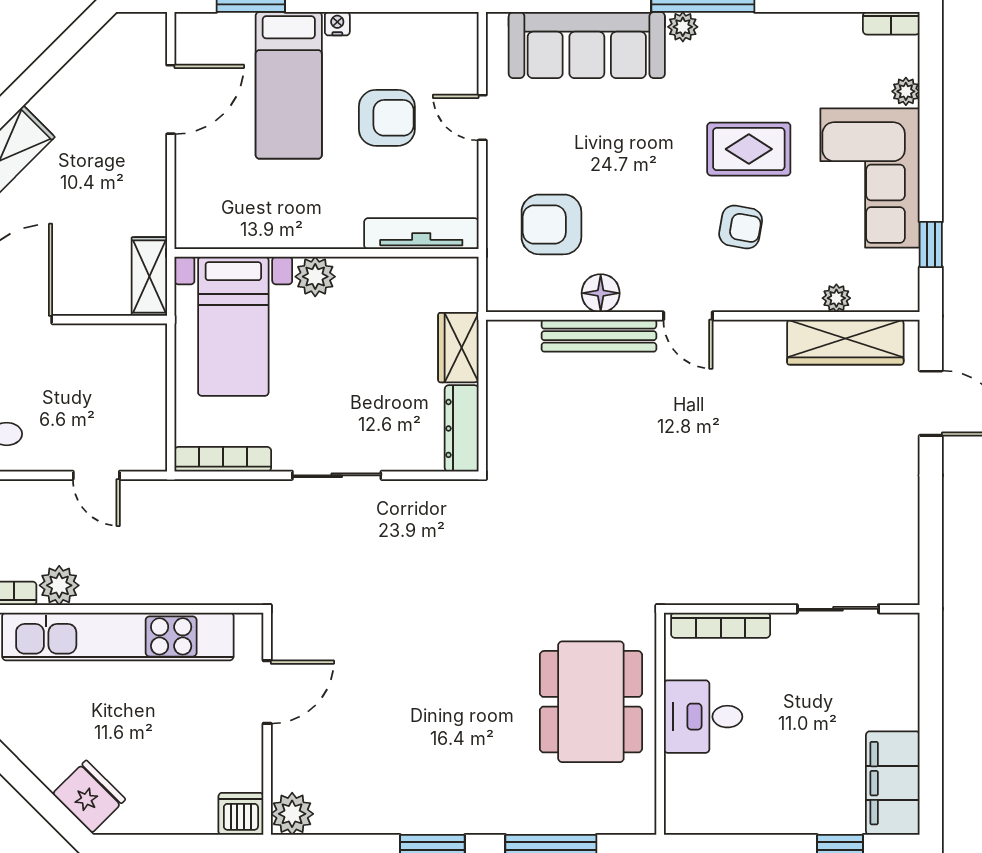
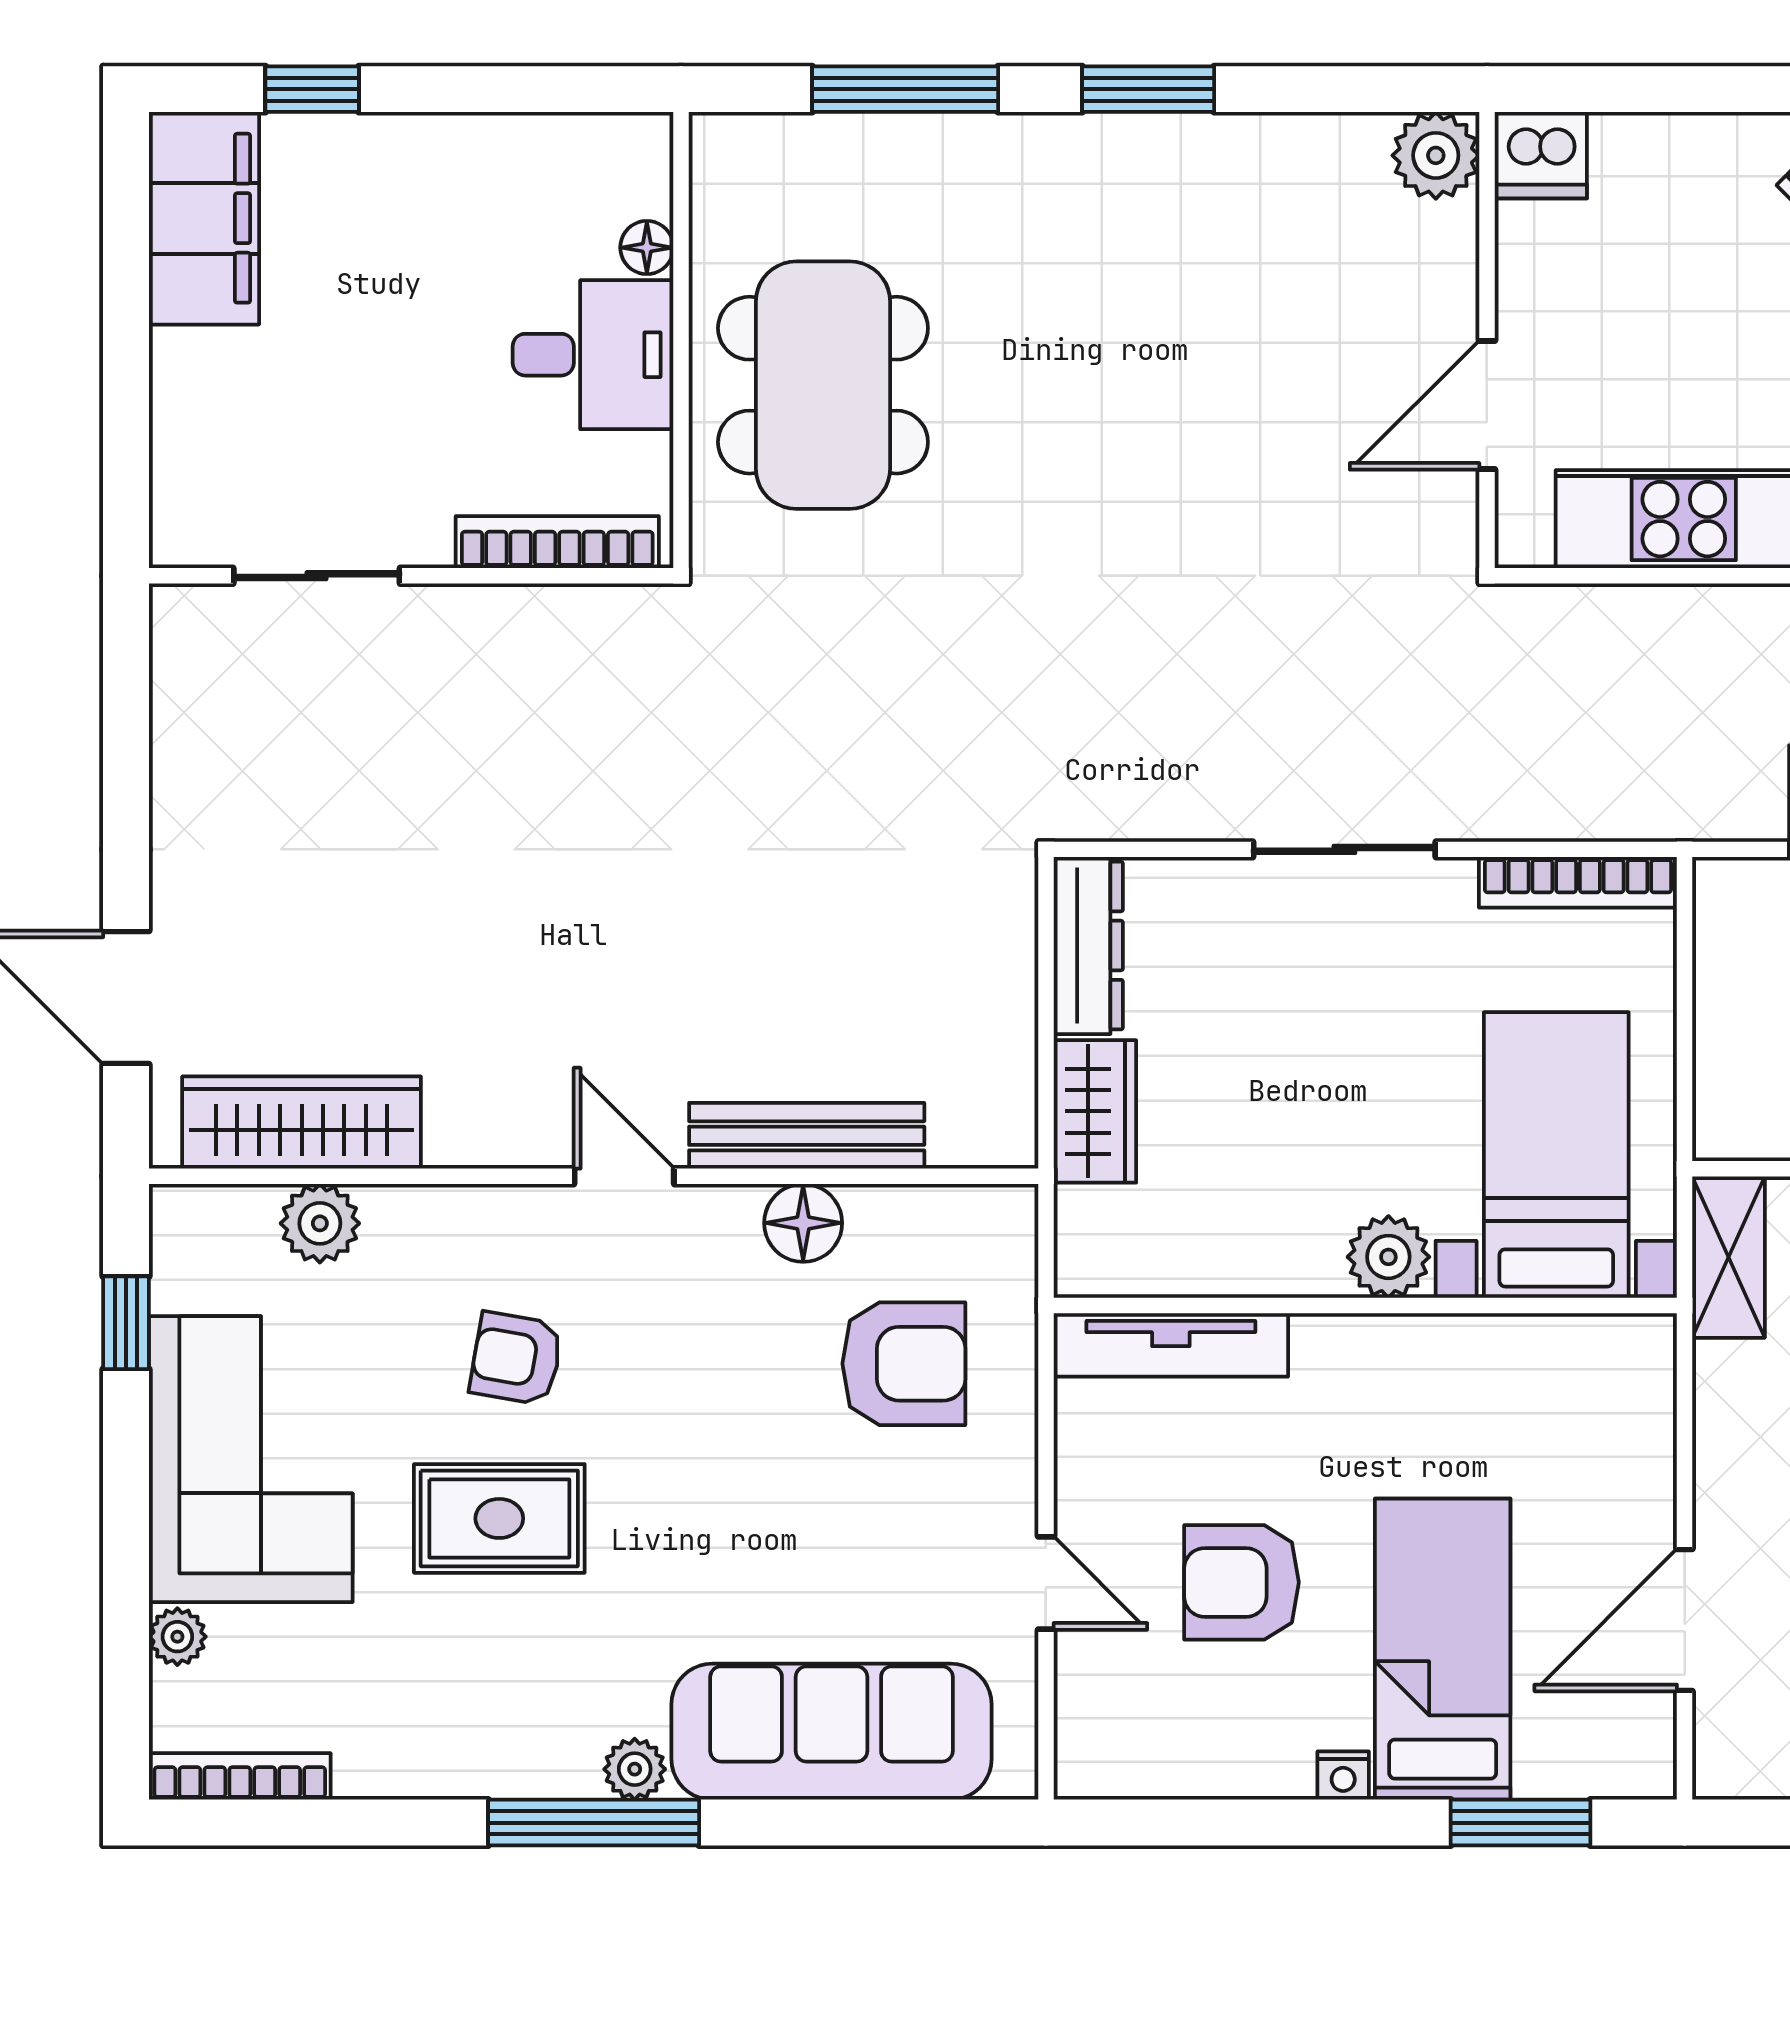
bookcase: (891, 23) -> (240, 1776), width x1.56
plant: (836, 298) -> (320, 1223), width x1.38, depth x1.38
floor lamp: (677, 769) -> (647, 248), added

